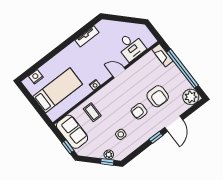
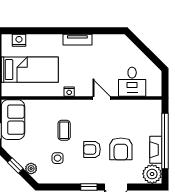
tv unit: (87, 36) -> (77, 40), moved
fireplace: (162, 55) -> (156, 150), moved
coffee table: (92, 112) -> (64, 130), moved
window: (107, 162) -> (15, 165), moved

